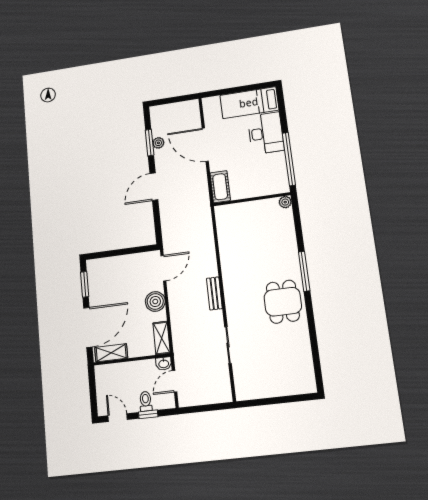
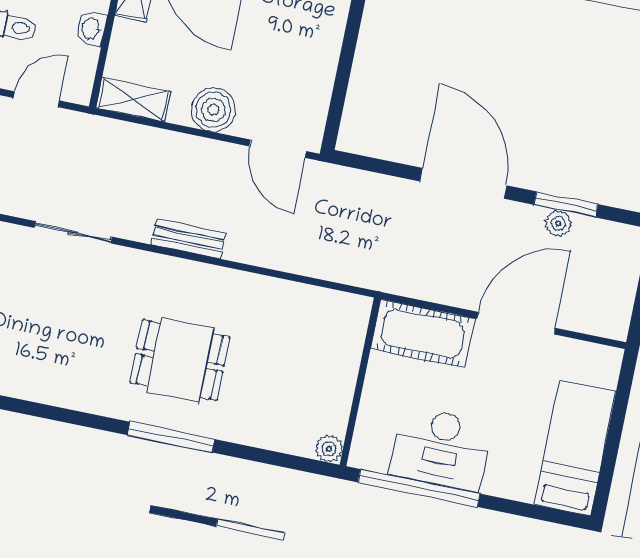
desk: (266, 133) -> (441, 449), moved
door: (154, 187) -> (463, 183), width x1.36
cot: (220, 187) -> (423, 334), width x1.37, depth x1.34
dining table: (283, 302) -> (180, 360), moved
washbasin: (164, 364) -> (91, 29), moved
door: (175, 381) -> (36, 99), hinge flipped

